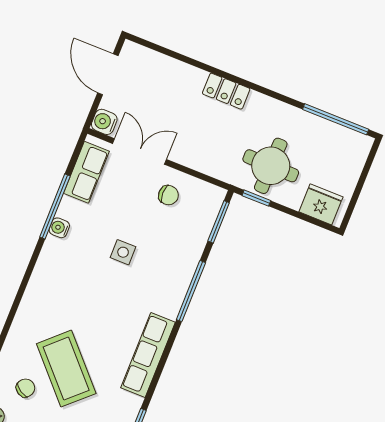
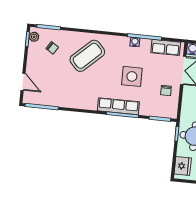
side table: (123, 252) -> (132, 76), width x1.87, depth x1.87
row of seats: (148, 355) -> (118, 106), moved
coffee table: (66, 369) -> (87, 56), moved

